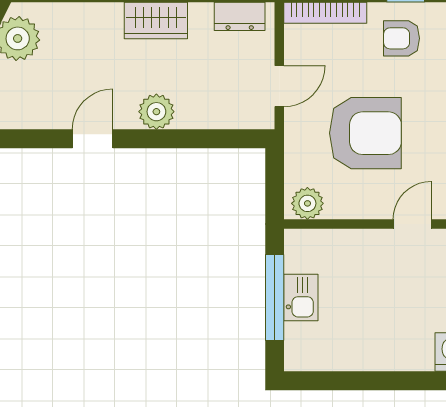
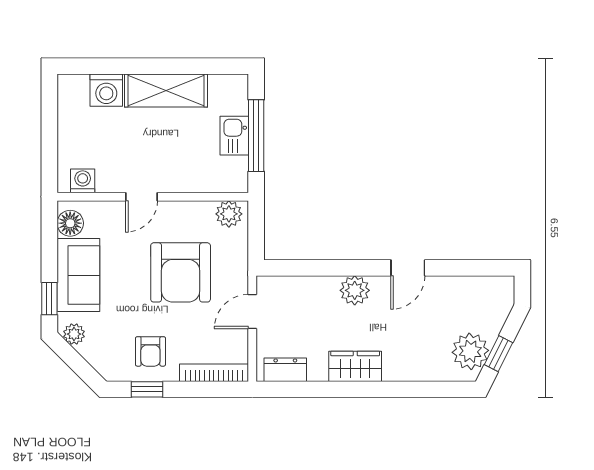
armchair: (402, 38) -> (150, 351), turned 90
armchair: (365, 133) -> (181, 272), turned -90
shelving: (383, 351) -> (166, 91), added

